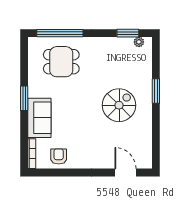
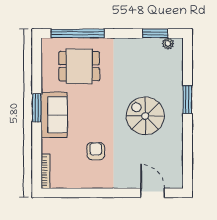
spiral stairs: (119, 105) -> (145, 116), turned -90
sofa: (39, 118) -> (54, 115), moved
armchair: (59, 156) -> (96, 151), moved

